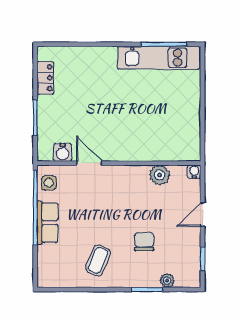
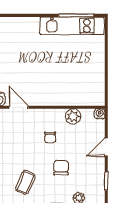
chair: (130, 202) -> (50, 137), added

